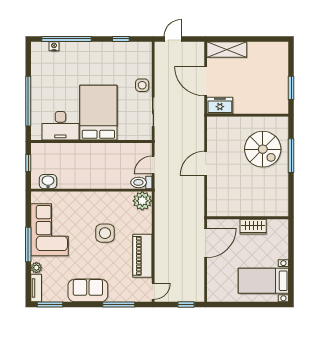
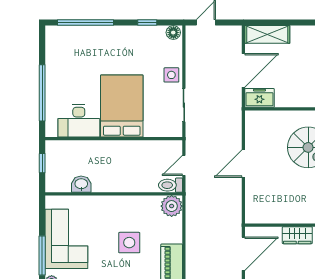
nightstand: (54, 46) -> (71, 31), removed
floor lamp: (144, 48) -> (173, 33), added
door: (206, 81) -> (243, 70), swing flipped
washbasin: (48, 182) -> (81, 184), moved

